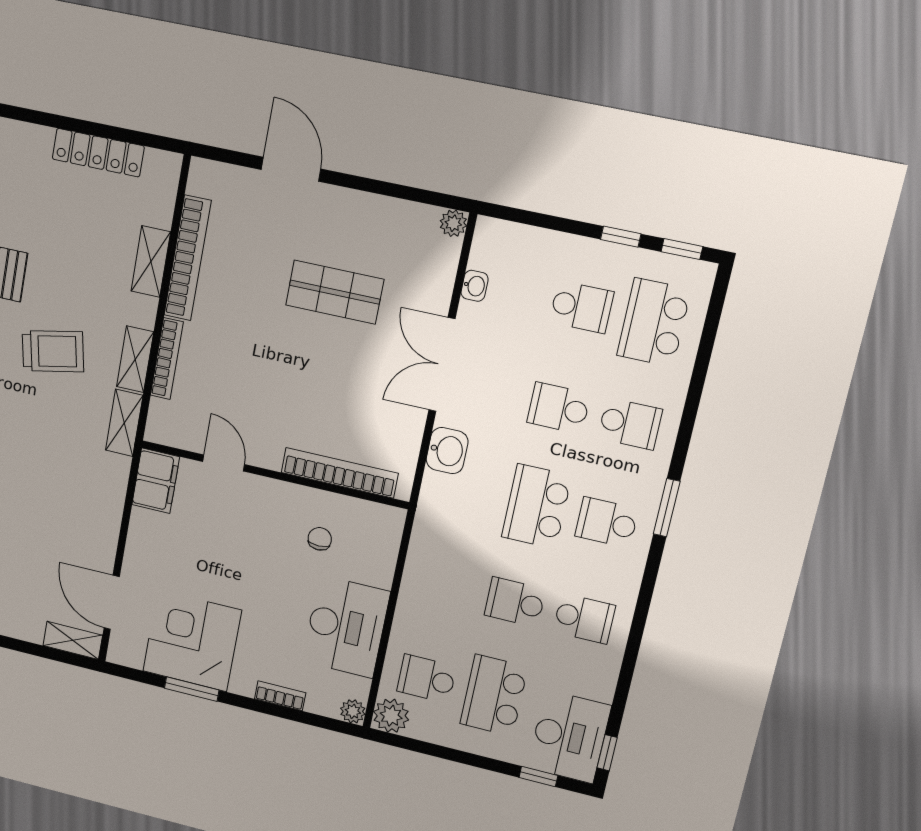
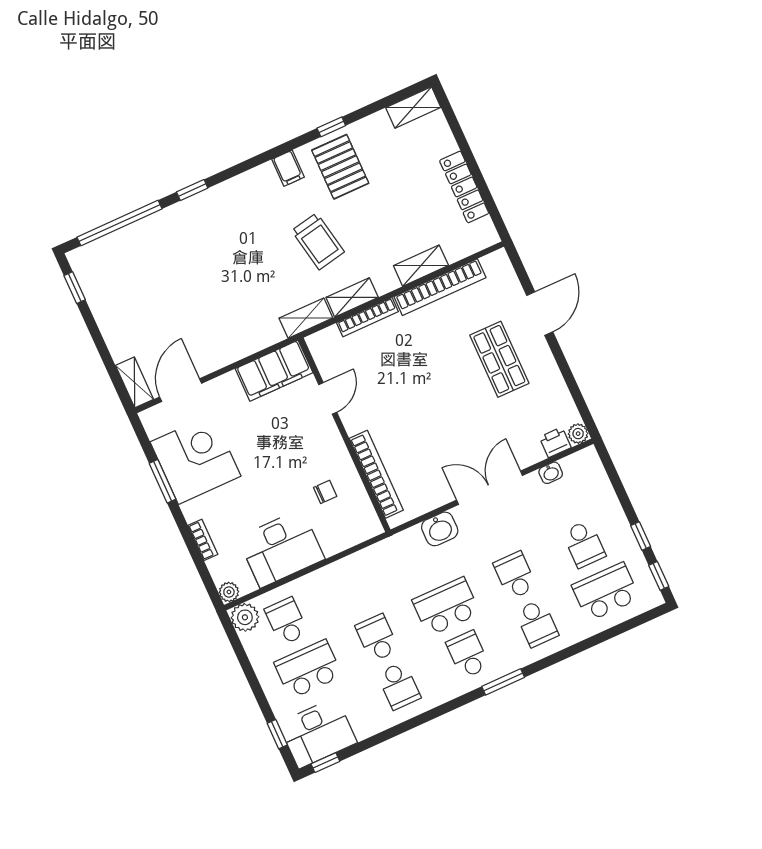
printer: (444, 256) -> (555, 442), added
shop shelf: (335, 292) -> (499, 359), moved
filing cabinet: (156, 481) -> (274, 371), width x1.50, depth x1.17

